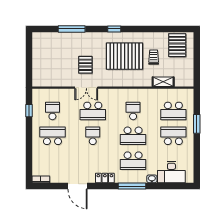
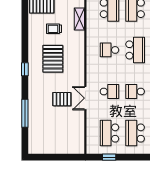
pallet: (125, 56) -> (53, 59), width x0.73, depth x0.71
double door: (86, 88) -> (85, 98), swing flipped
school desk: (52, 111) -> (109, 133), width x1.85
school desk: (93, 111) -> (109, 91), width x0.54

